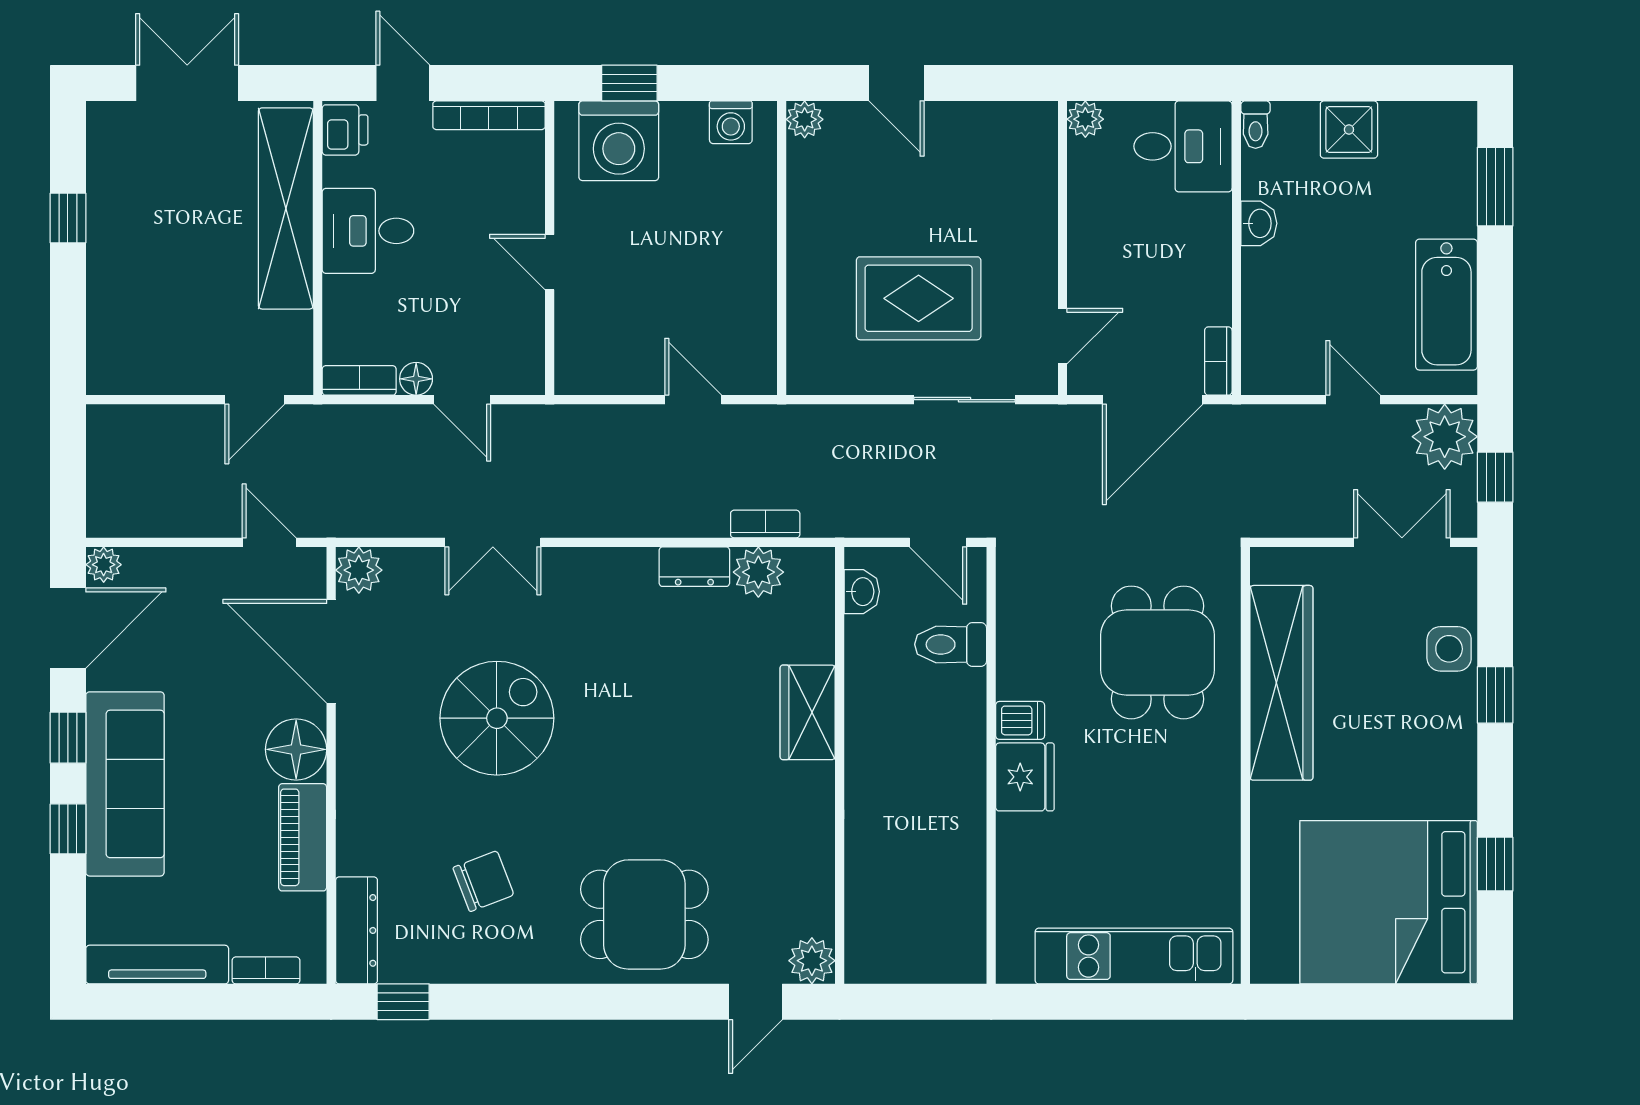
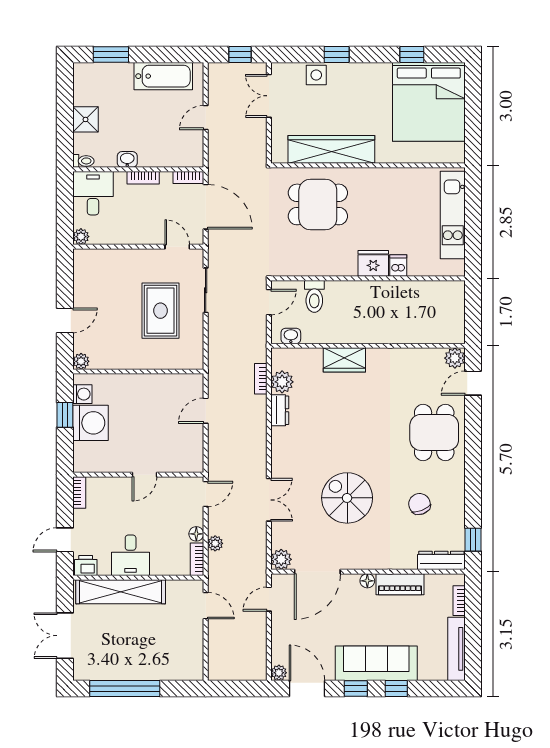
window: (629, 83) -> (65, 415), moved
bookcase: (489, 115) -> (79, 493), width x0.64
washing machine: (619, 141) -> (90, 423), moved
window: (68, 218) -> (125, 689), width x3.17
bookcase: (1218, 259) -> (143, 178), added
door: (462, 400) -> (206, 494), moved
plant: (1445, 437) -> (215, 543), moved, width x0.53, depth x0.53
dishwasher: (1020, 720) -> (398, 266), moved
floor lamp: (296, 749) -> (367, 581), width x0.53, depth x0.53
door: (756, 1002) -> (473, 383), swing flipped

